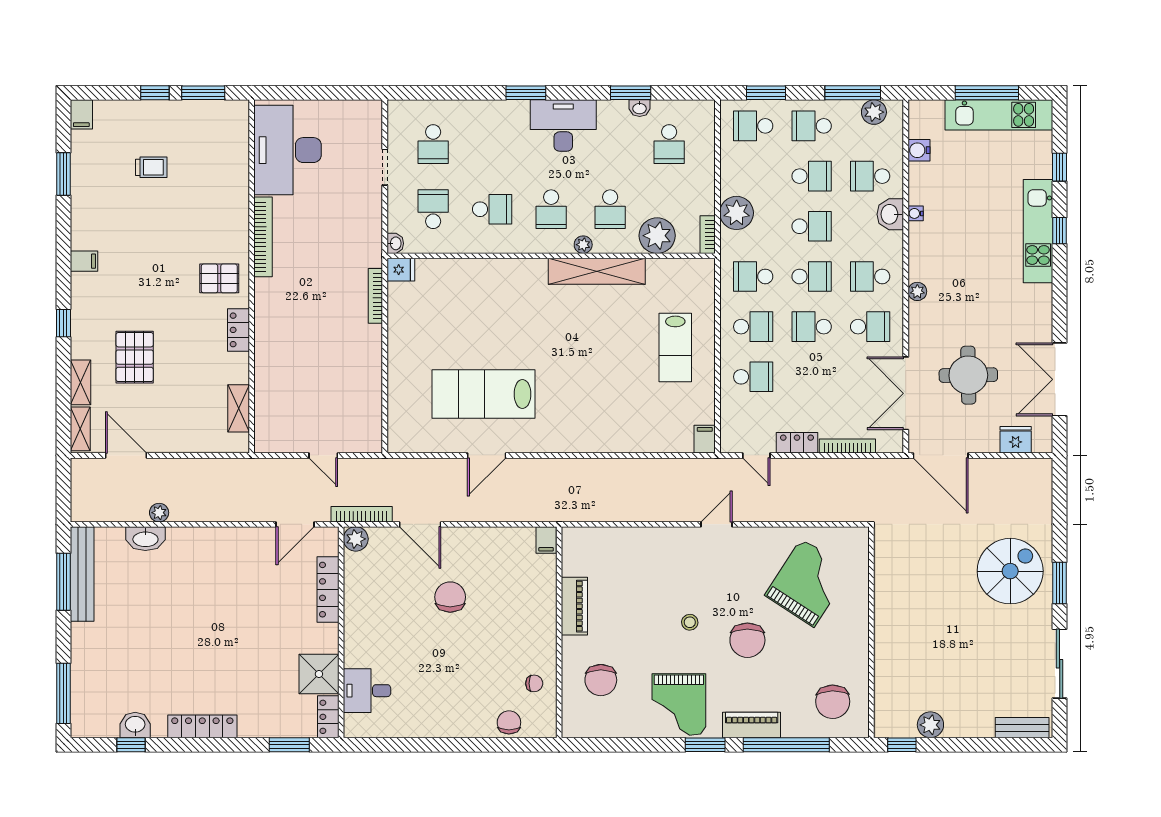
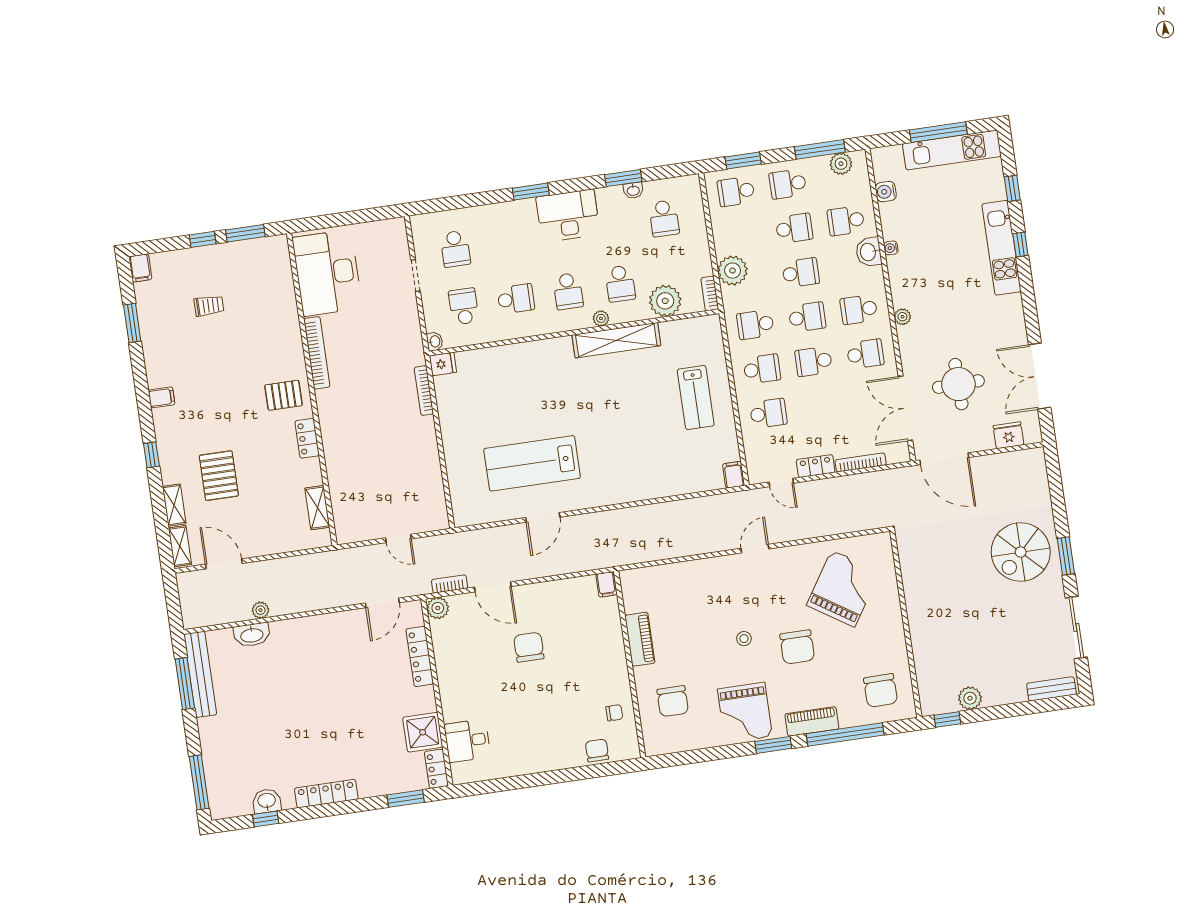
bookcase: (362, 514) -> (450, 584), width x0.64
spiral stairs: (1010, 571) -> (1021, 552), turned 180

